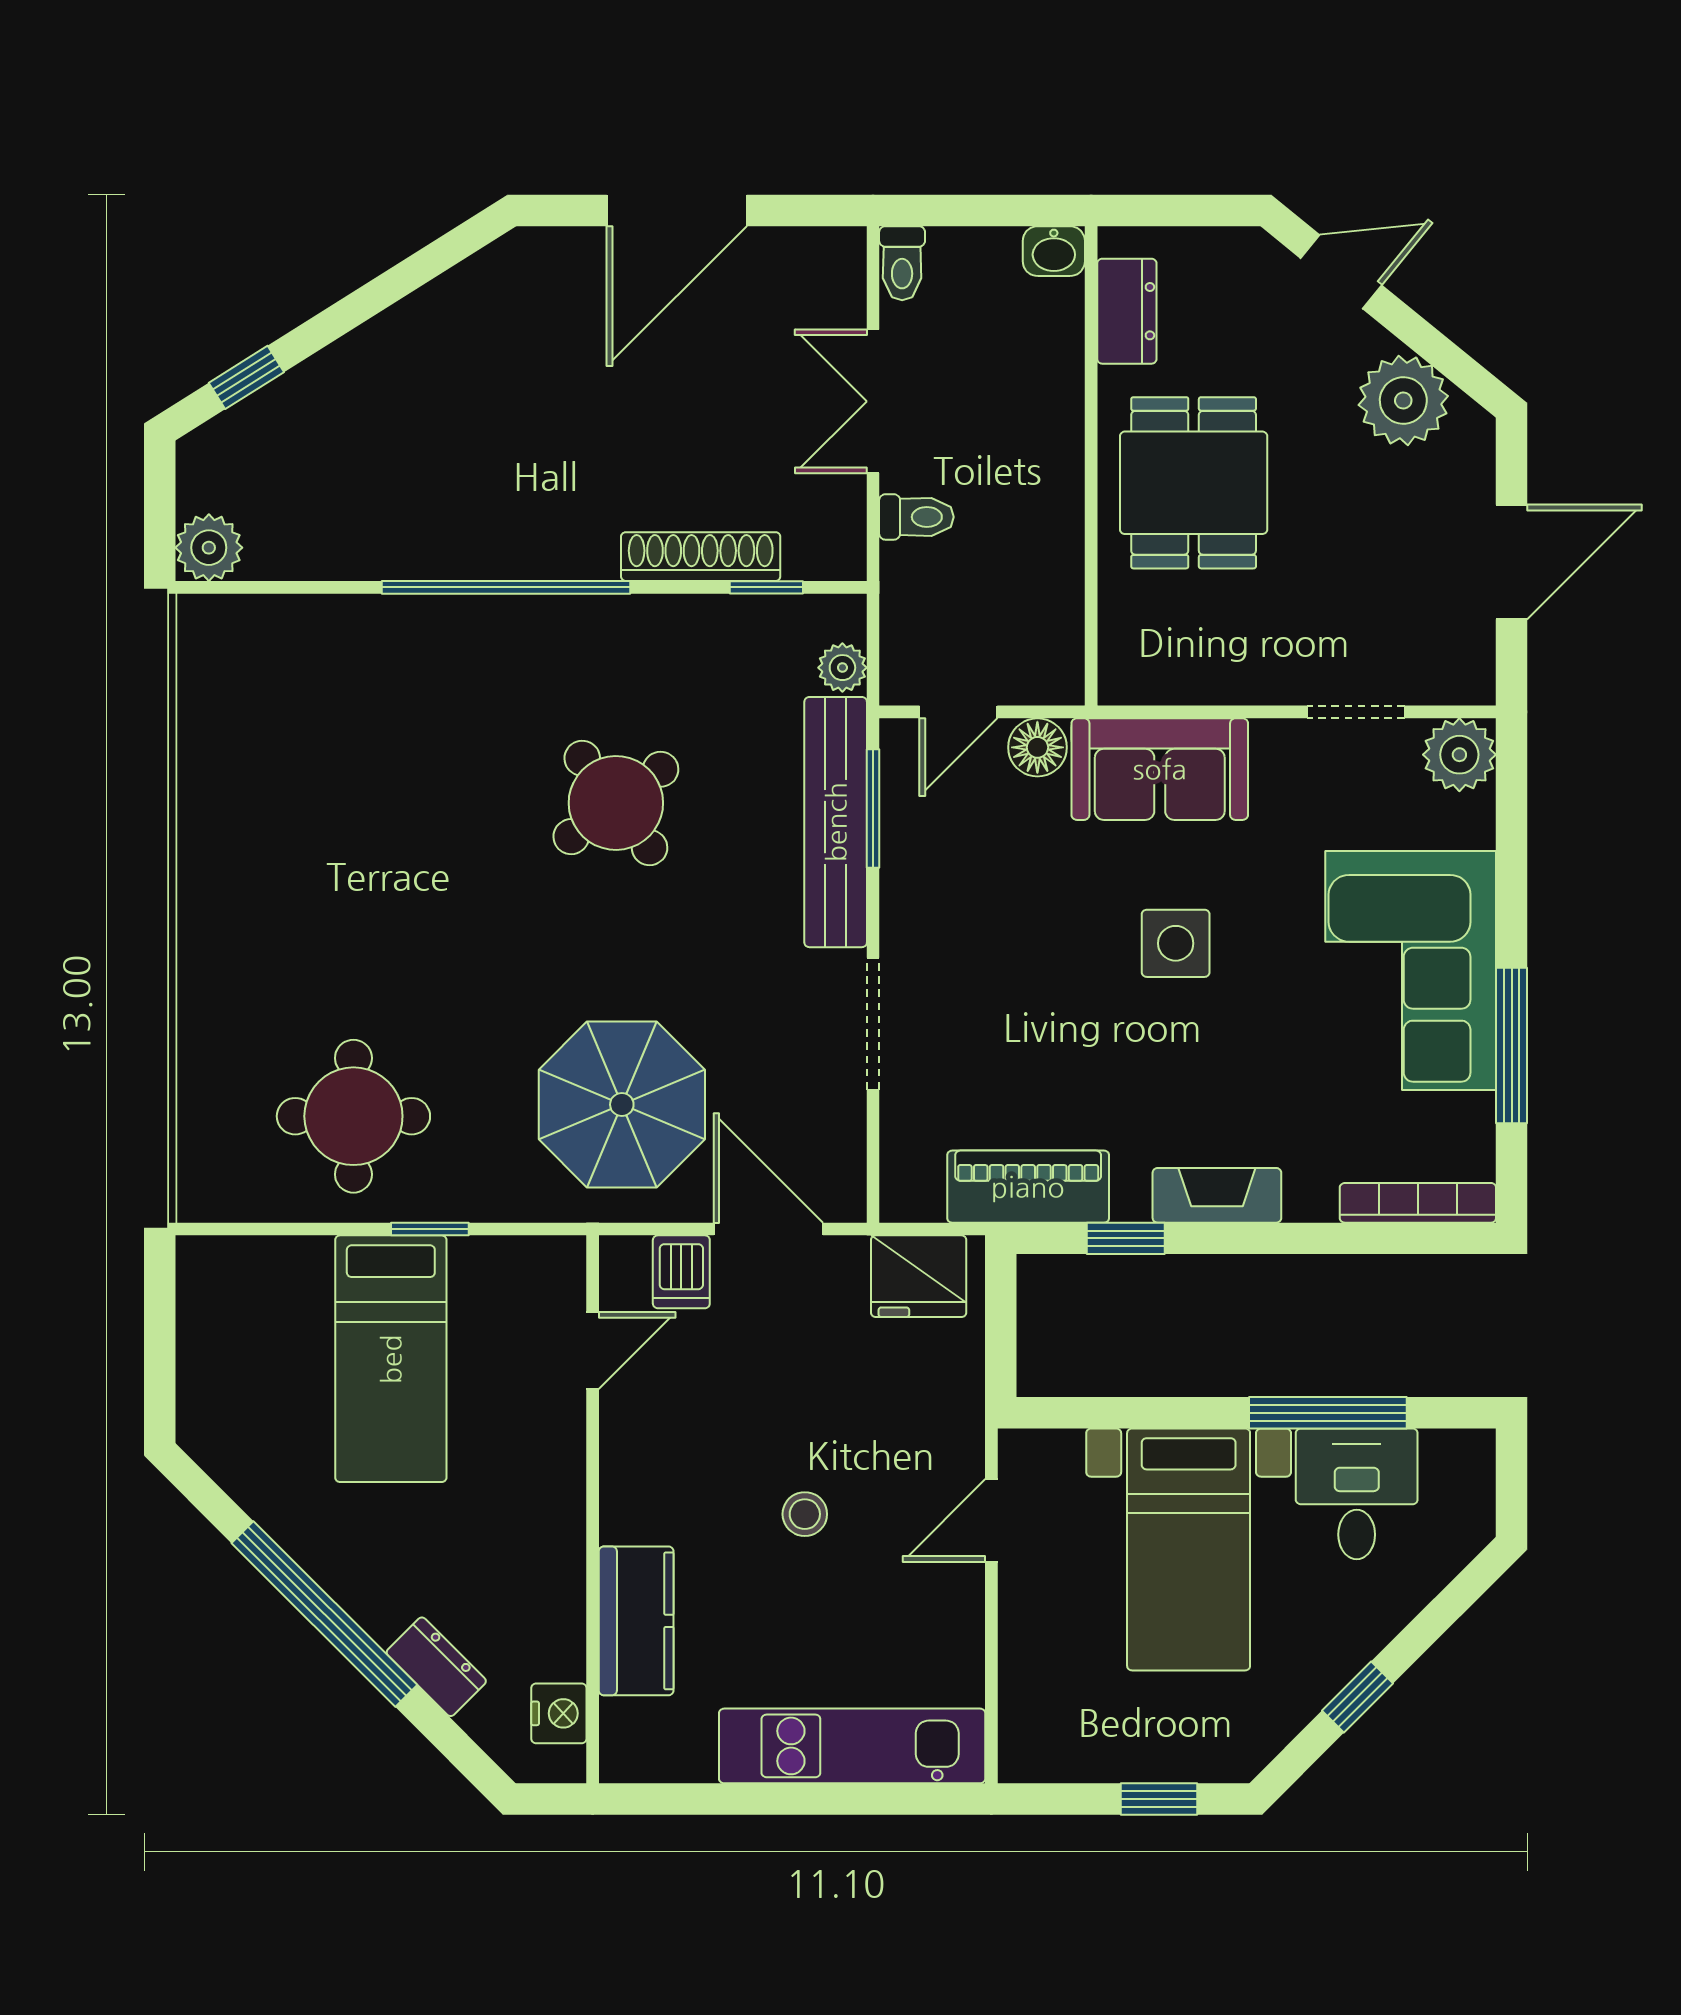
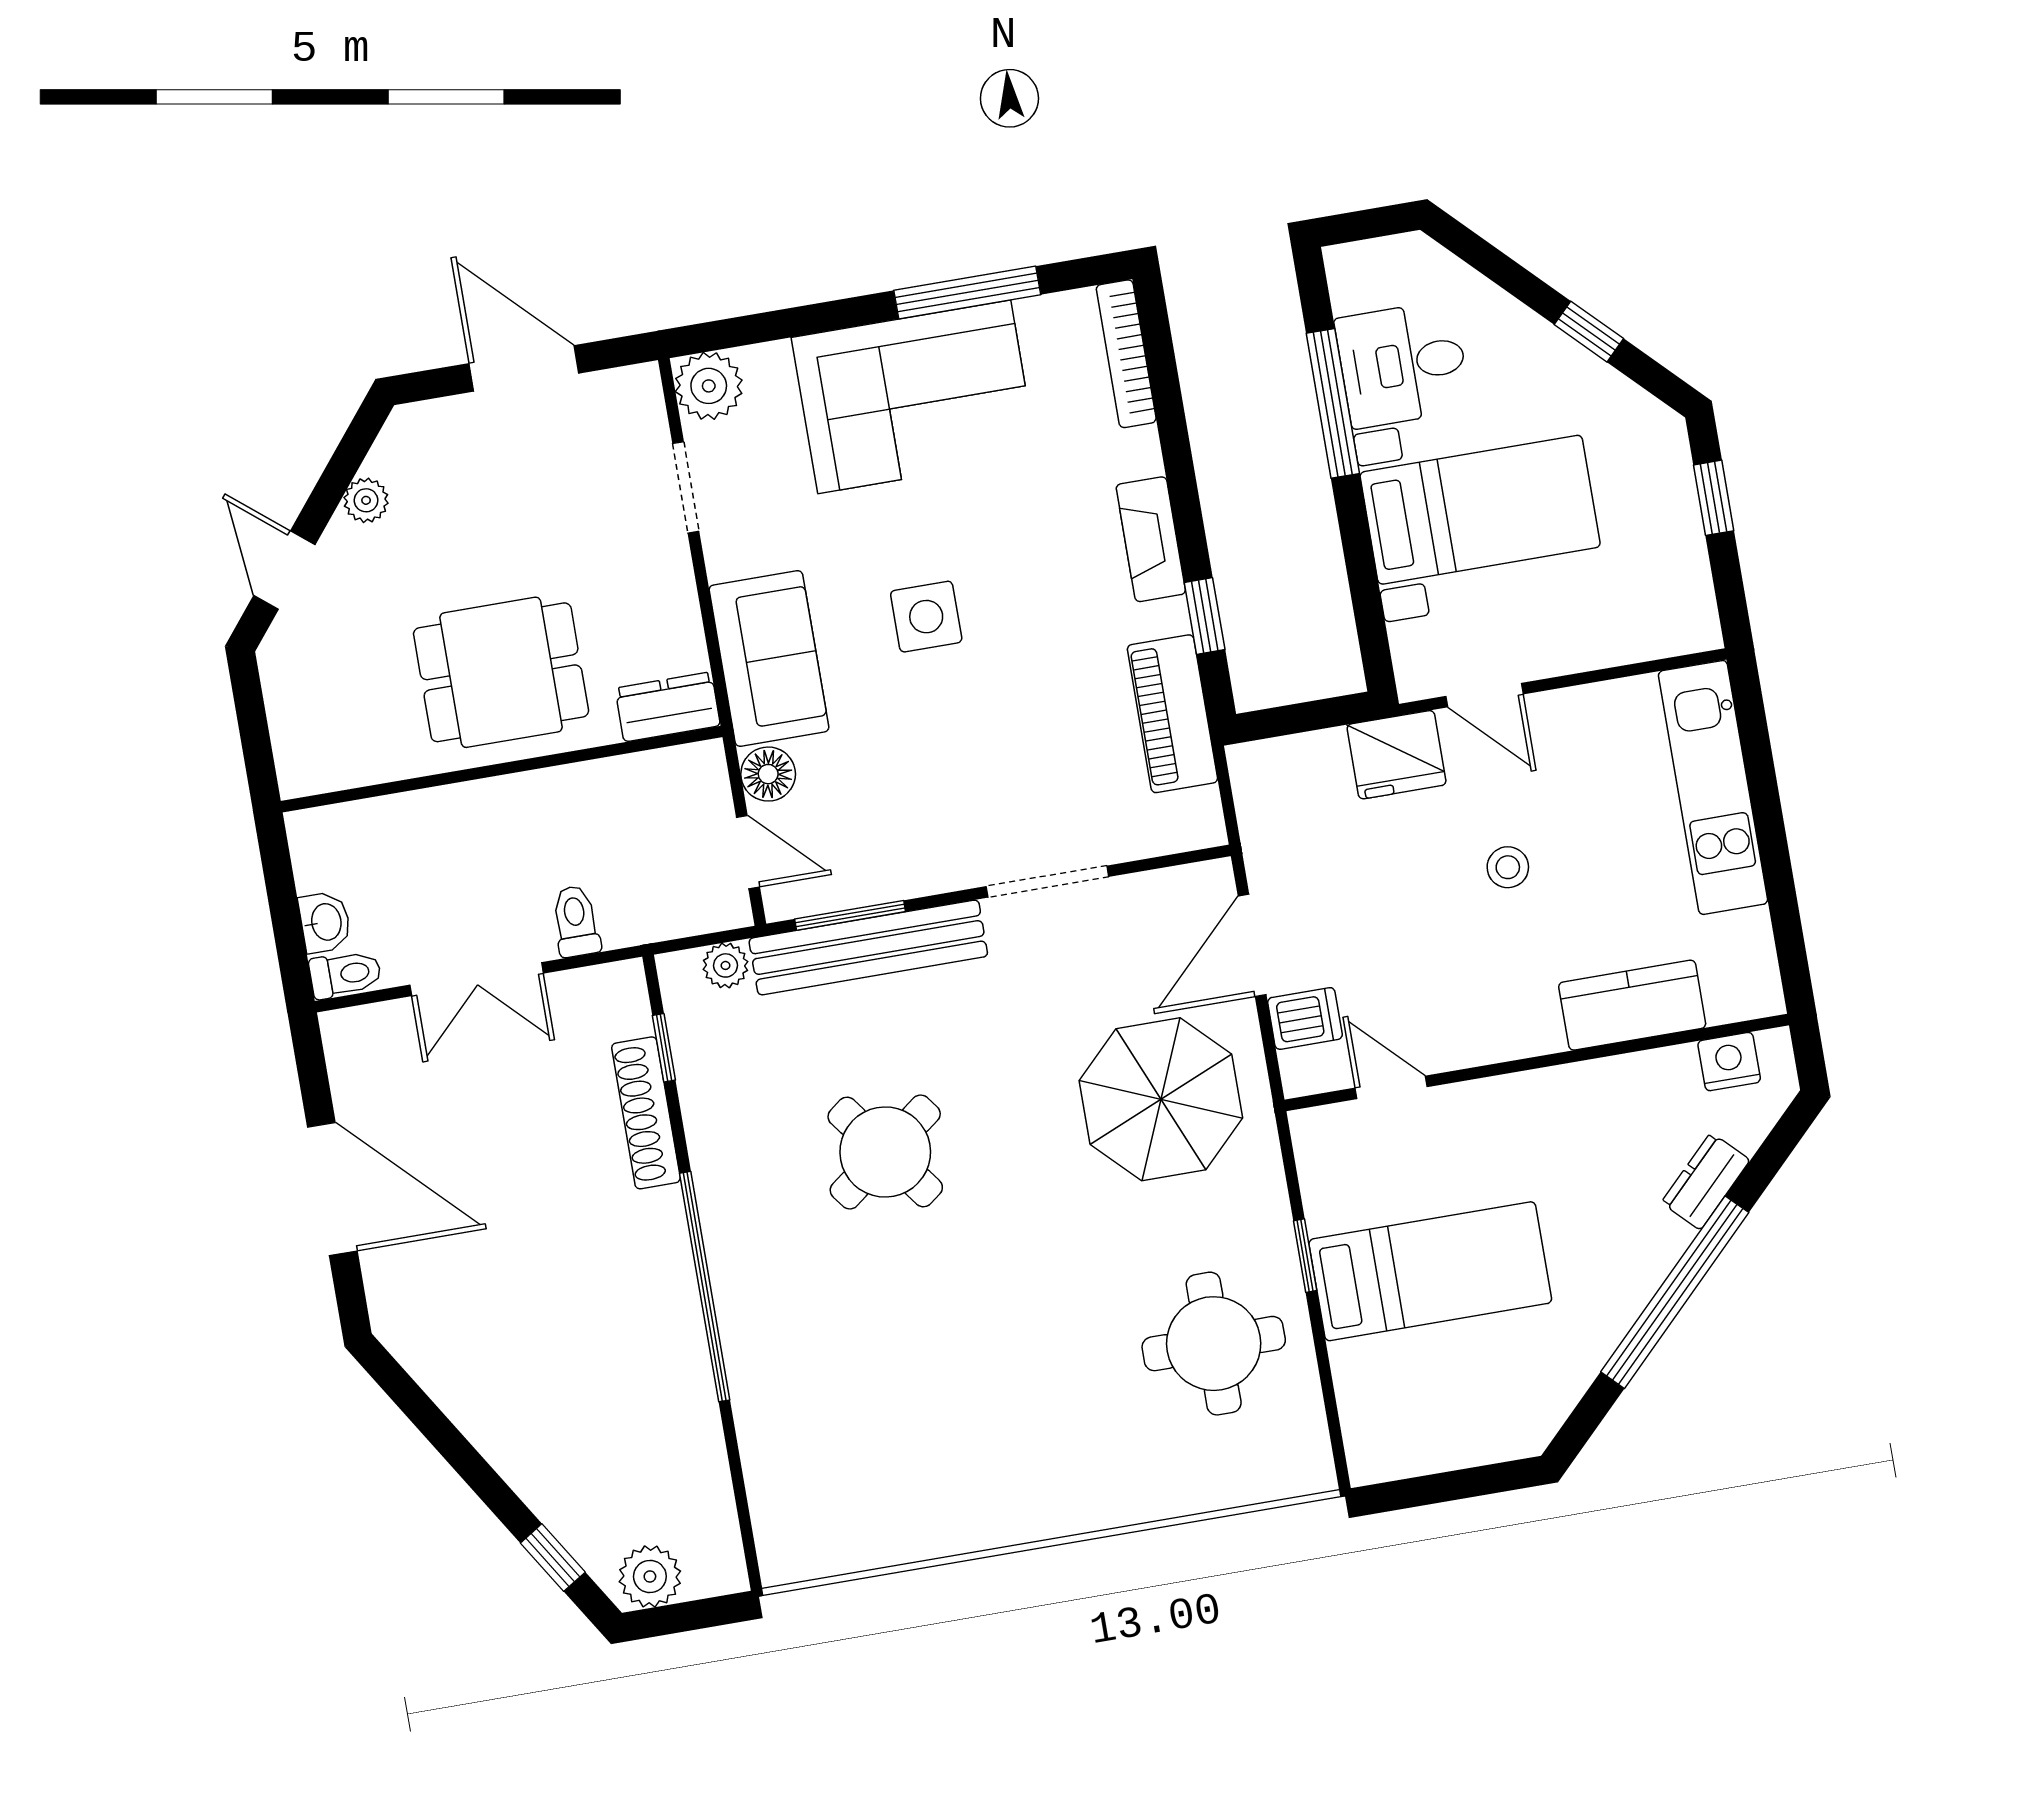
washbasin: (1054, 251) -> (325, 922), moved
dresser: (1127, 311) -> (668, 707), moved
plant: (1403, 401) -> (366, 500), width x0.53, depth x0.53
plant: (209, 548) -> (650, 1576), moved
fridge: (919, 1276) -> (1397, 755), moved, turned 90

